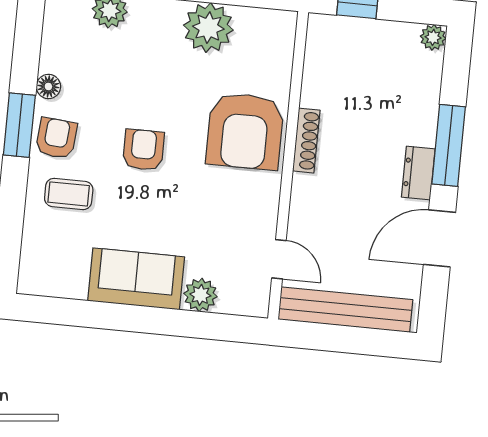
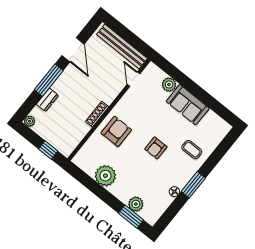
armchair: (245, 131) -> (116, 131), width x0.73, depth x0.73
armchair: (56, 138) -> (183, 172), removed
dresser: (418, 173) -> (47, 100), moved
door: (439, 238) -> (73, 50), hinge flipped

